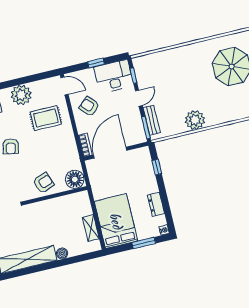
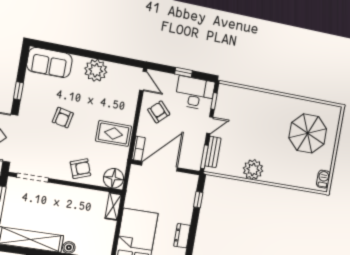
rug: (46, 118) -> (114, 134), moved
shelving: (91, 228) -> (113, 206), moved

